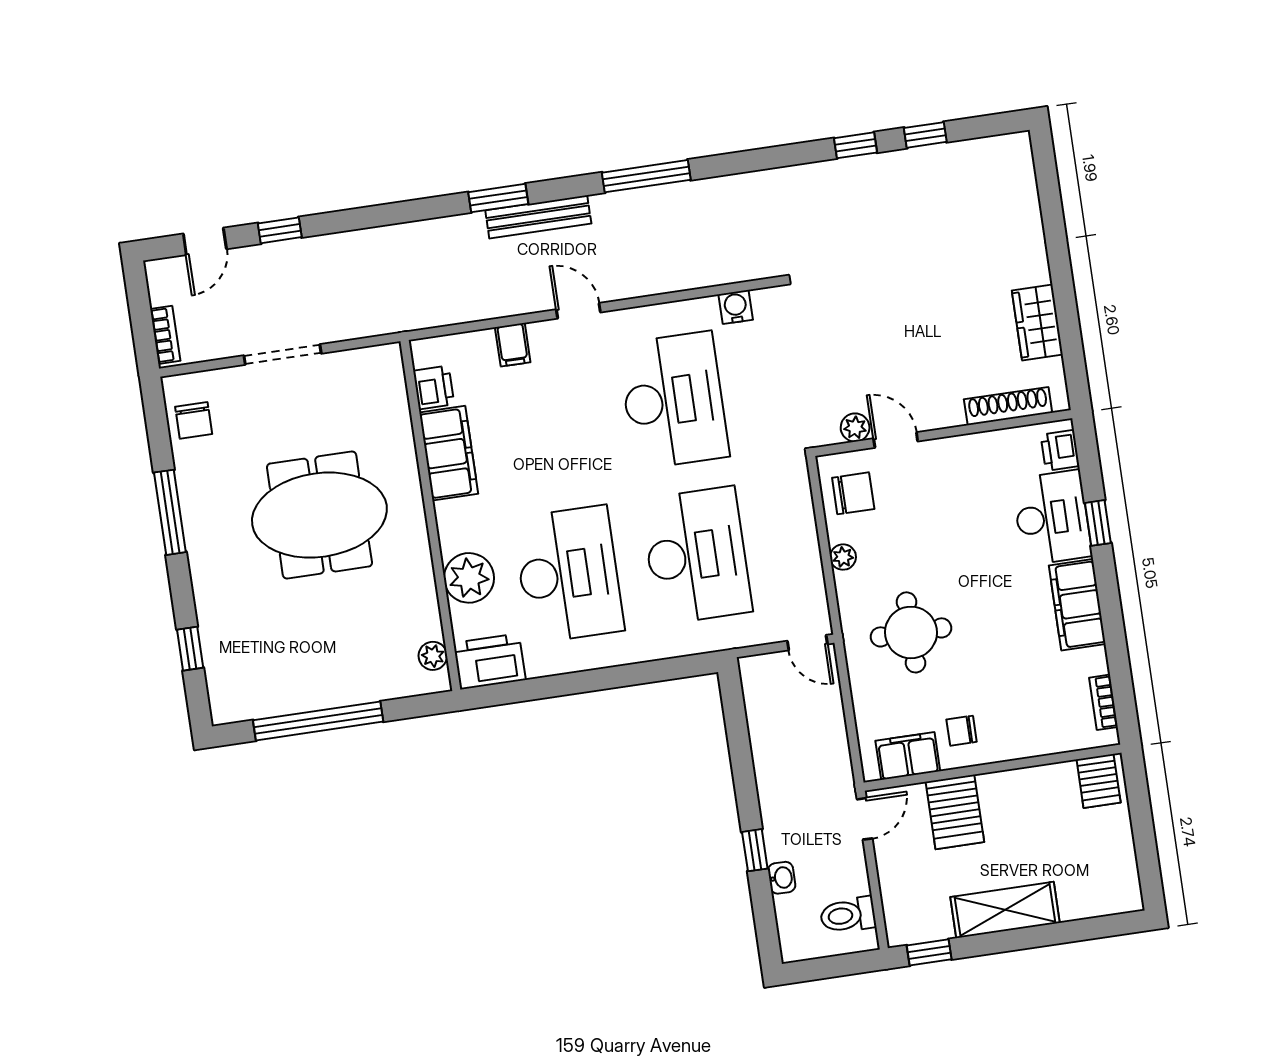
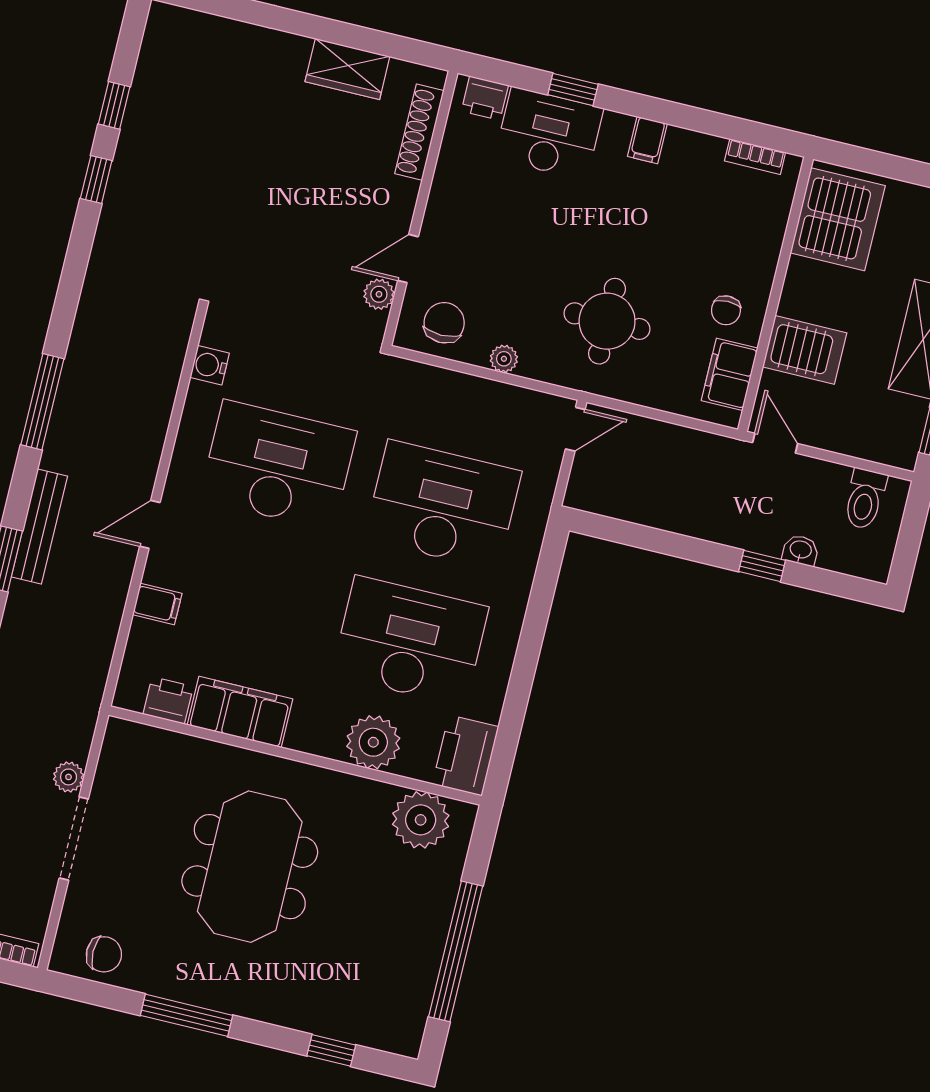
plant: (334, 329) -> (69, 777), added
filing cabinet: (1077, 605) -> (647, 140), width x0.33, depth x0.86
plant: (433, 656) -> (421, 820), width x1.88, depth x1.88
server rack: (1099, 781) -> (838, 219), width x2.18, depth x1.44

